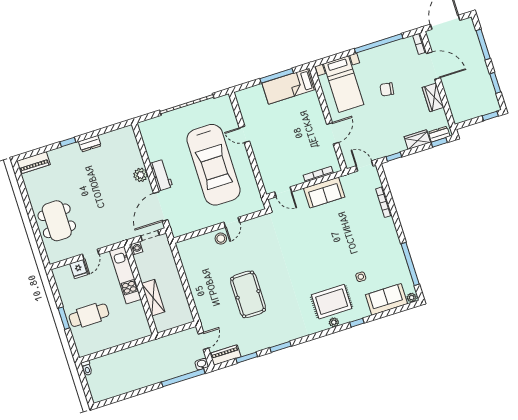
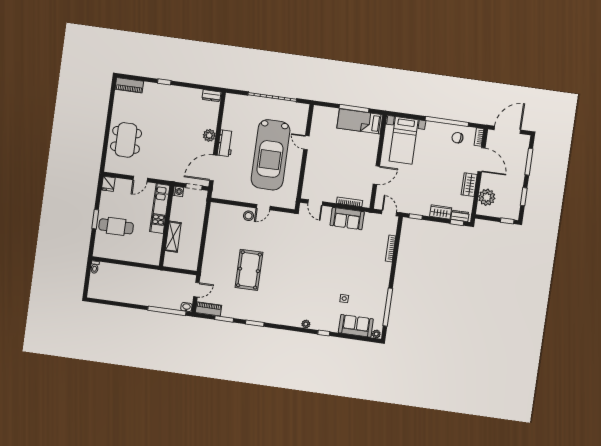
chair: (387, 89) -> (457, 138), moved
plant: (457, 102) -> (487, 197), added
dresser: (90, 144) -> (211, 96), moved
fridge: (79, 269) -> (108, 184), moved
rug: (332, 302) -> (312, 307), removed

